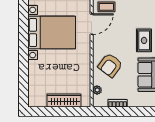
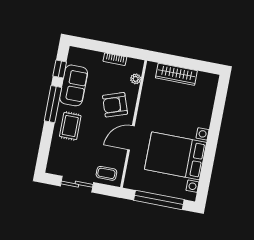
door: (92, 24) -> (131, 138), moved
armchair: (110, 65) -> (115, 105), turned -146

